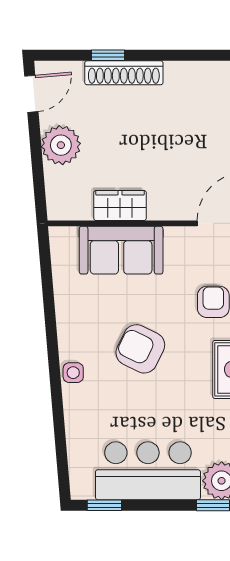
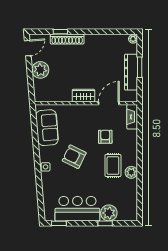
wardrobe: (120, 205) -> (83, 96), moved
sofa: (121, 250) -> (47, 128), moved, turned -95

